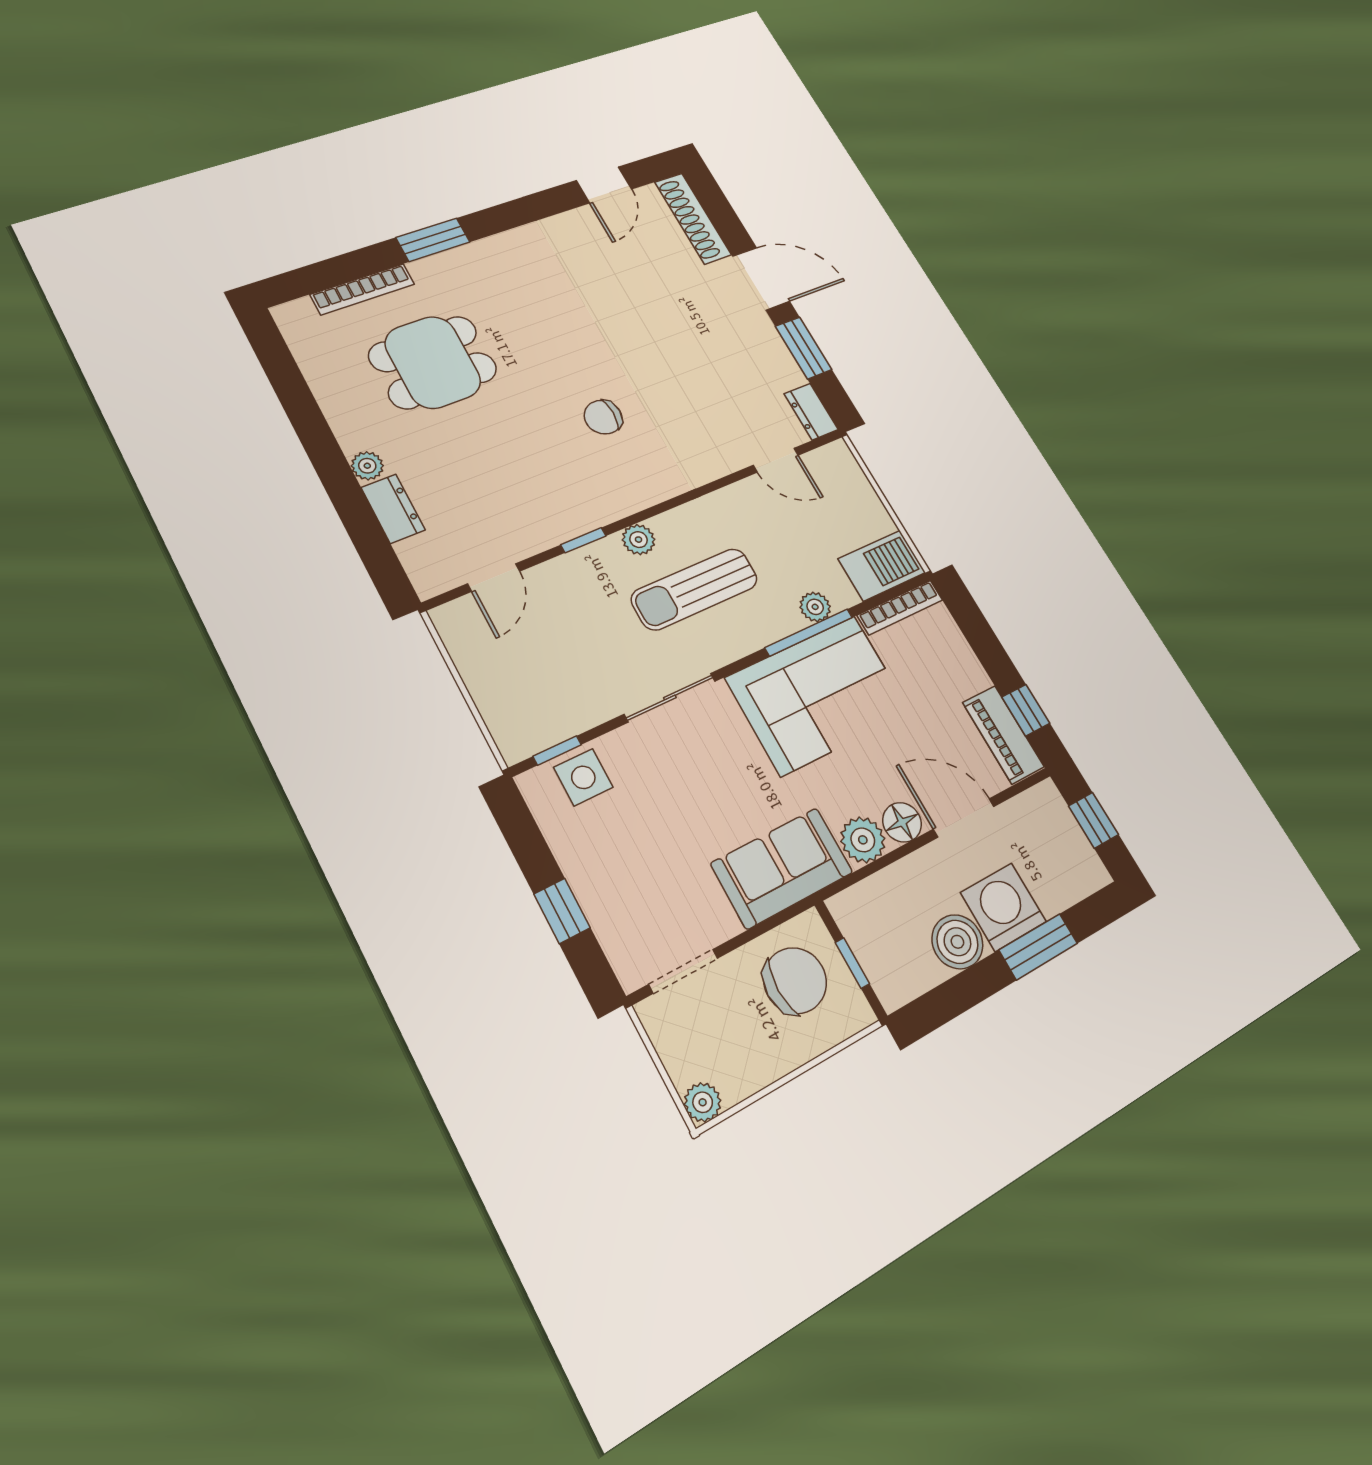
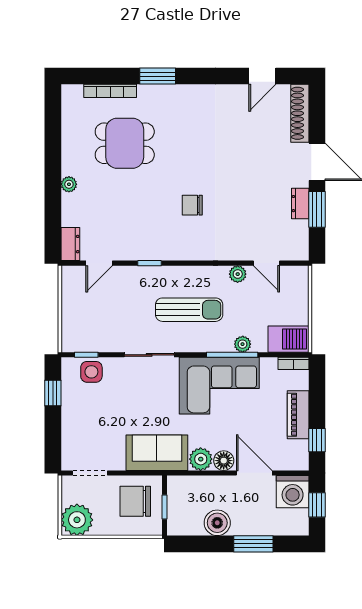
dresser: (811, 412) -> (300, 204), moved
dresser: (393, 509) -> (70, 244), moved
plant: (639, 540) -> (238, 274), moved
sun lounger: (695, 589) -> (189, 310), turned 180
bookcase: (900, 608) -> (293, 363), width x0.64
piano: (1003, 735) -> (298, 415), moved
washing machine: (1003, 907) -> (293, 492), moved, turned 180
window: (562, 911) -> (53, 393), moved
chair: (795, 981) -> (135, 501), turned 180
plant: (703, 1102) -> (77, 520), width x1.88, depth x1.88

